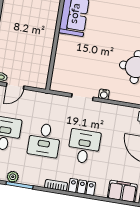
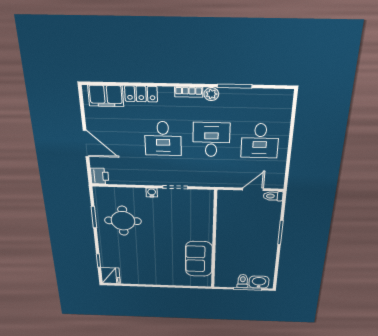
plant: (13, 177) -> (211, 94), moved
locker: (82, 187) -> (141, 94), moved

